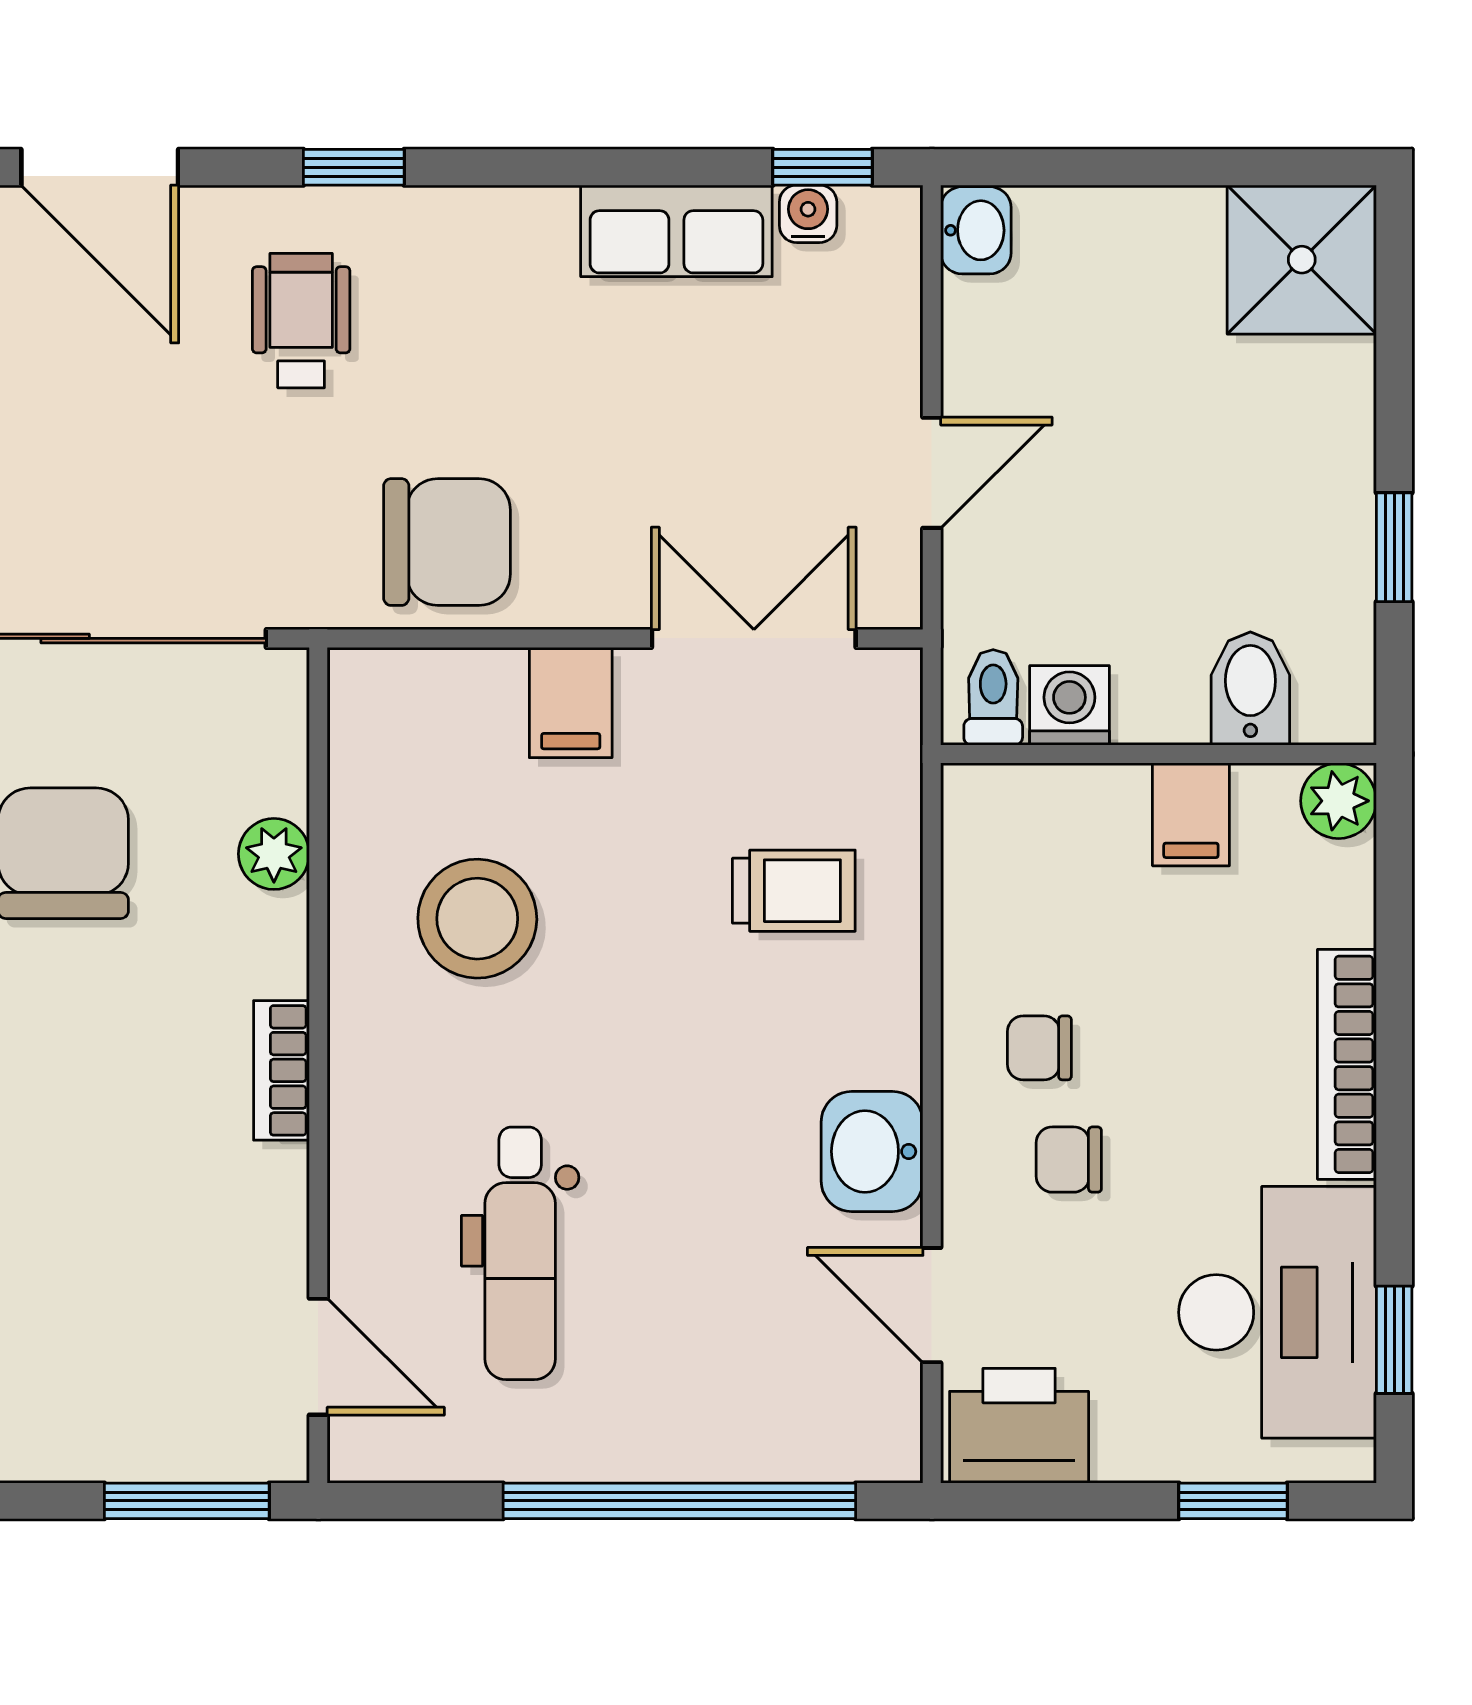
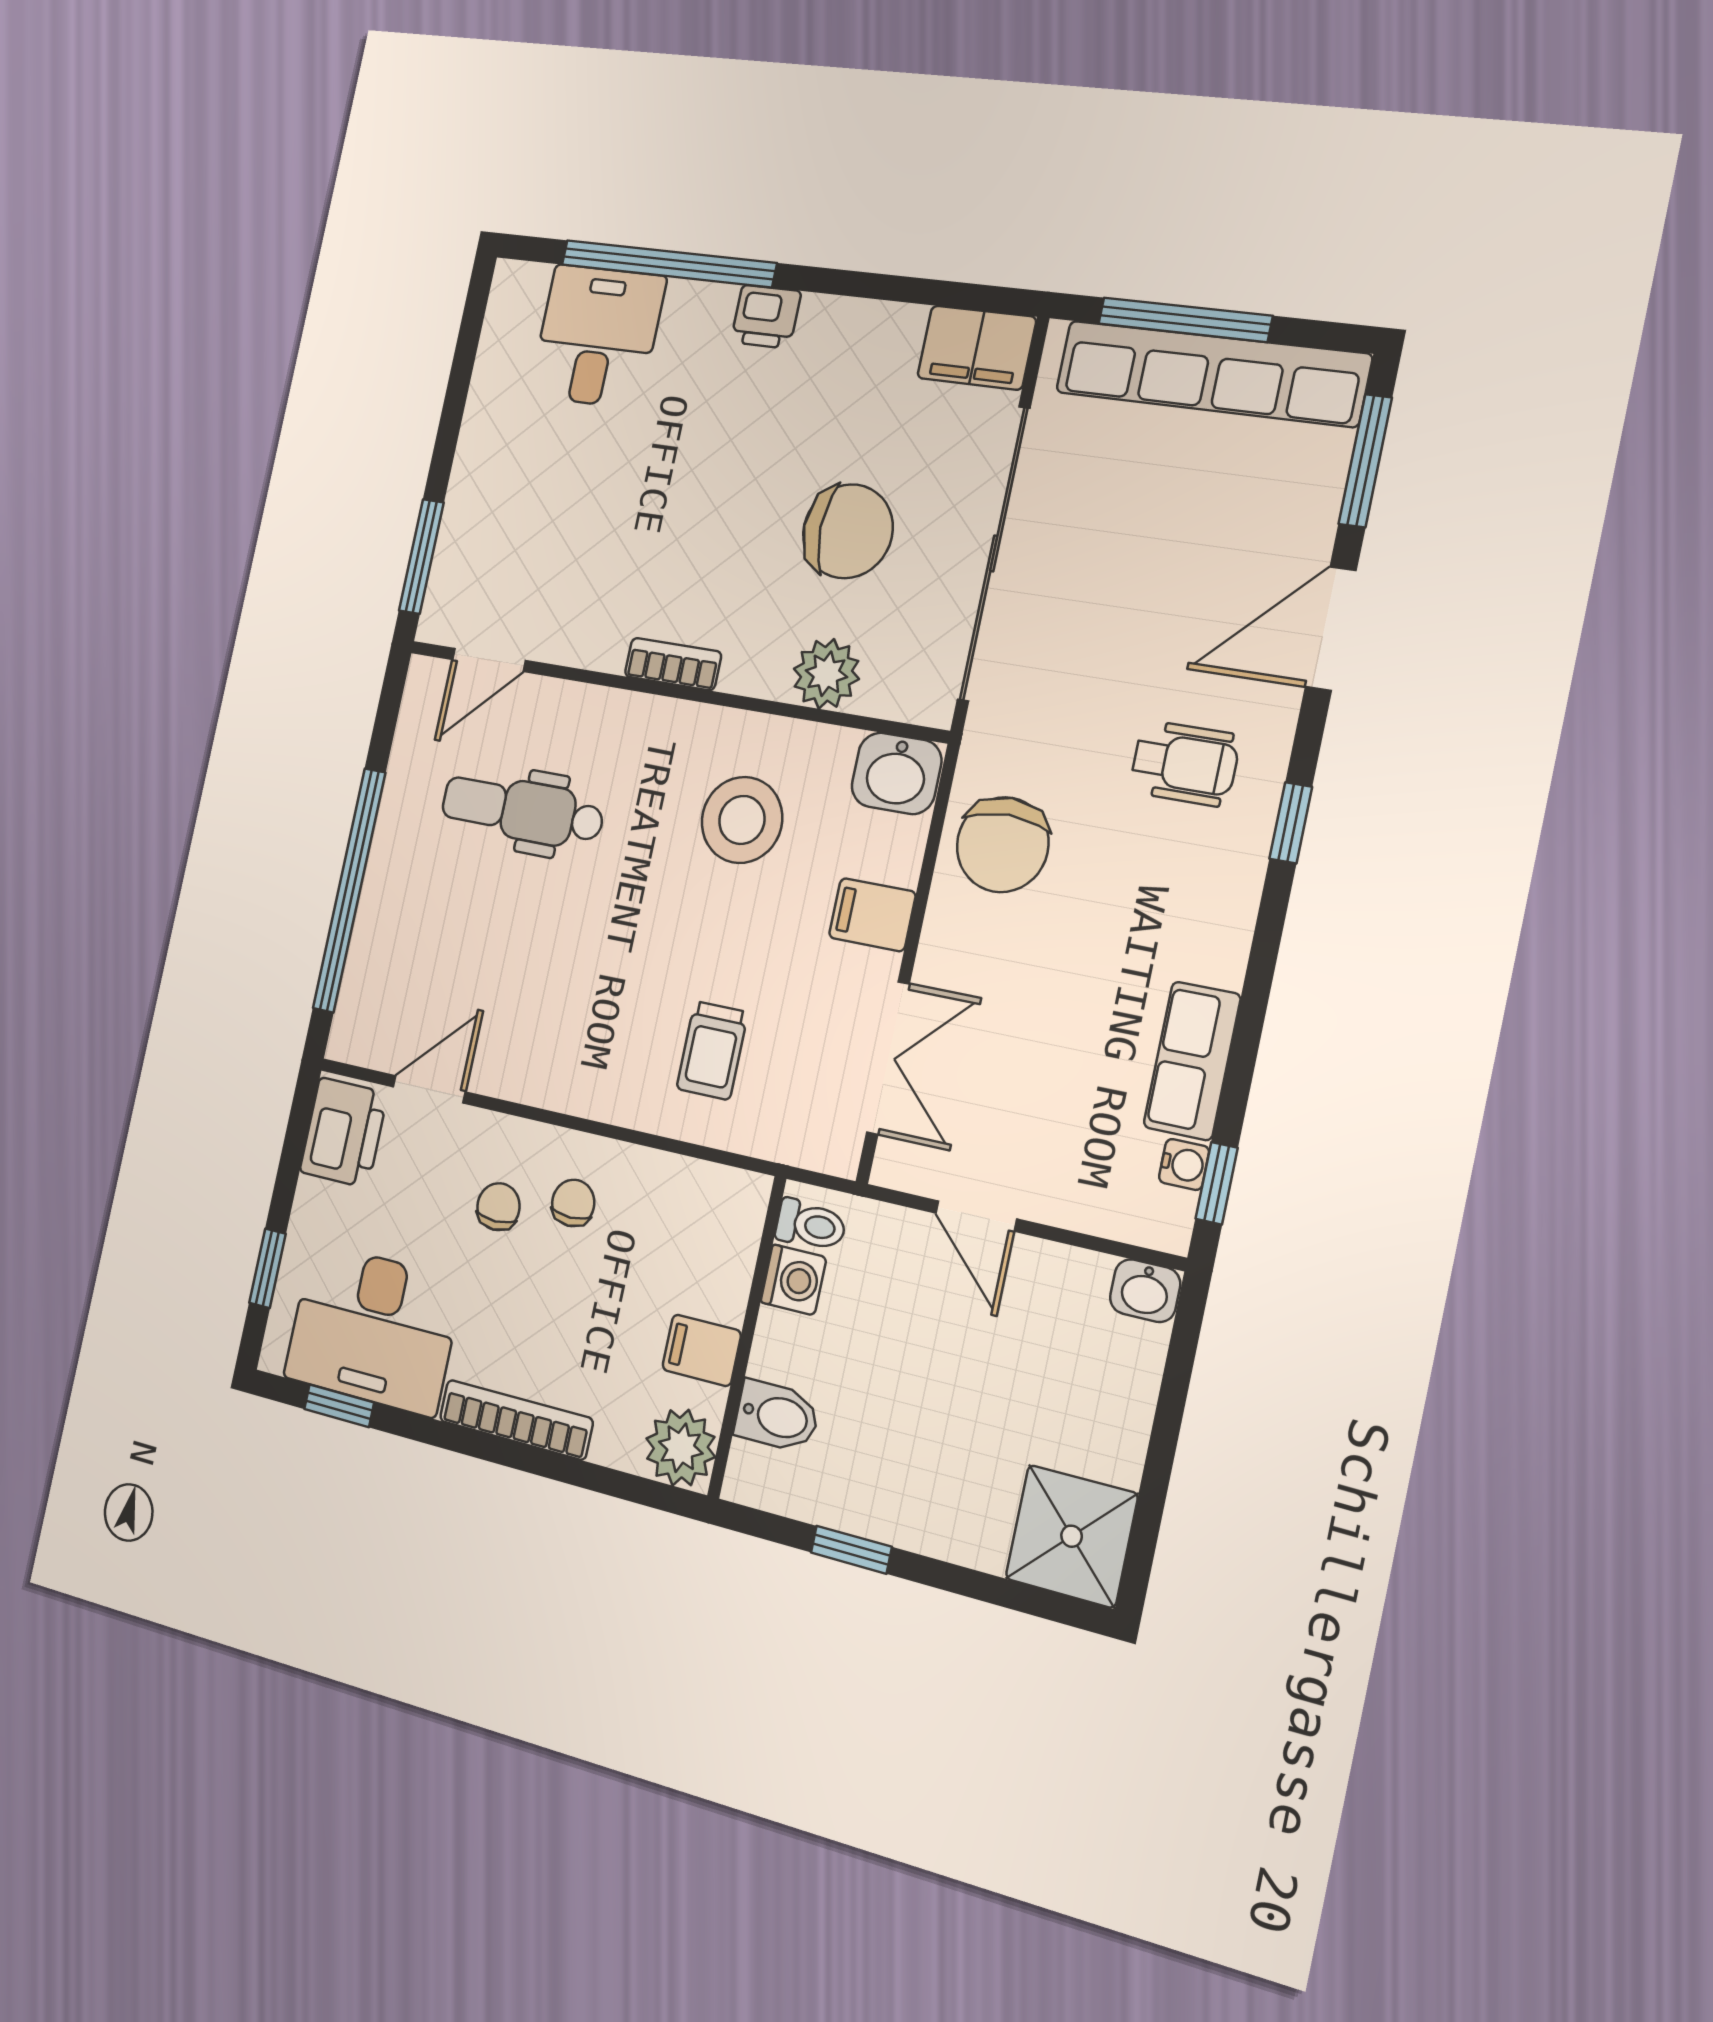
plant: (1339, 801) -> (681, 1448), width x1.38, depth x1.38
plant: (274, 854) -> (826, 674), width x1.38, depth x1.38
washbasin: (872, 1151) -> (896, 773), moved, turned 180

